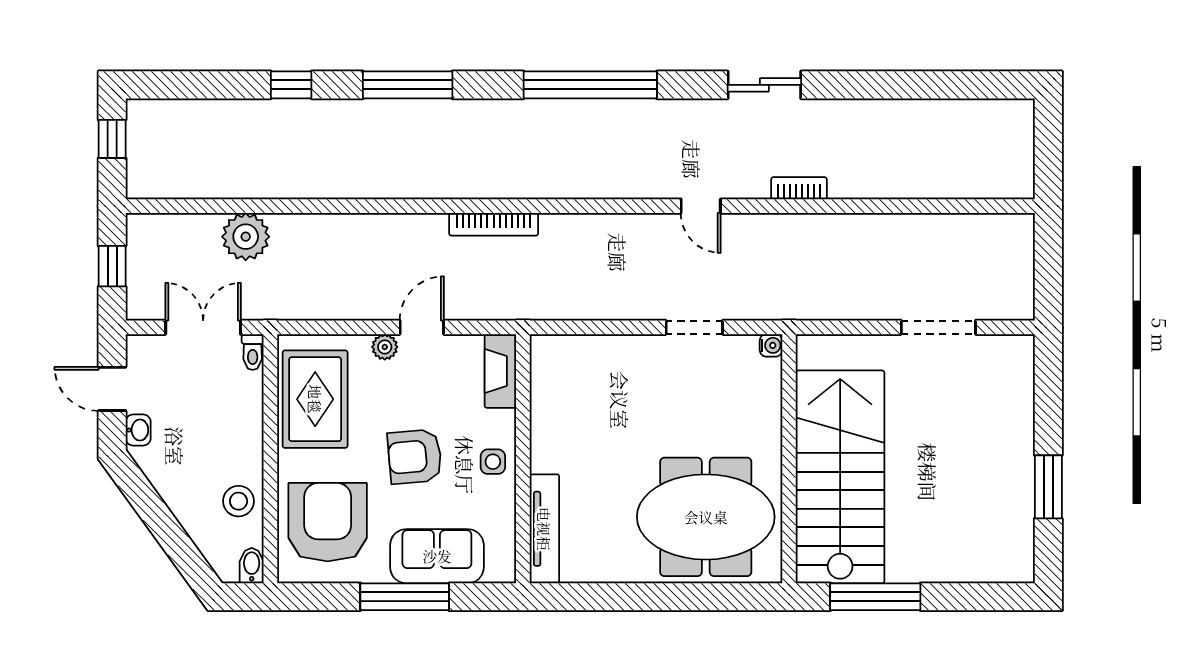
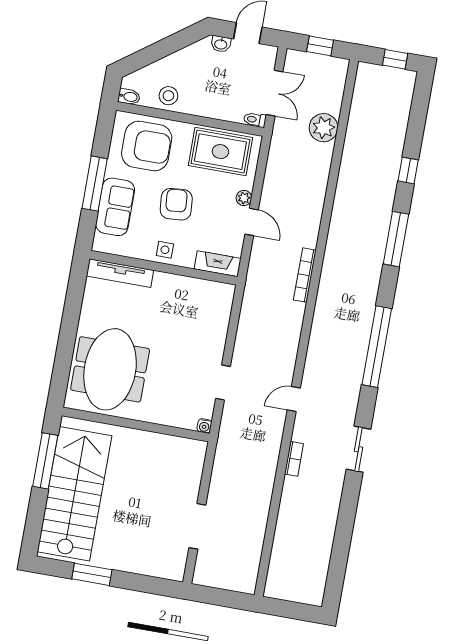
stairs: (840, 477) -> (75, 494), moved, turned -90

